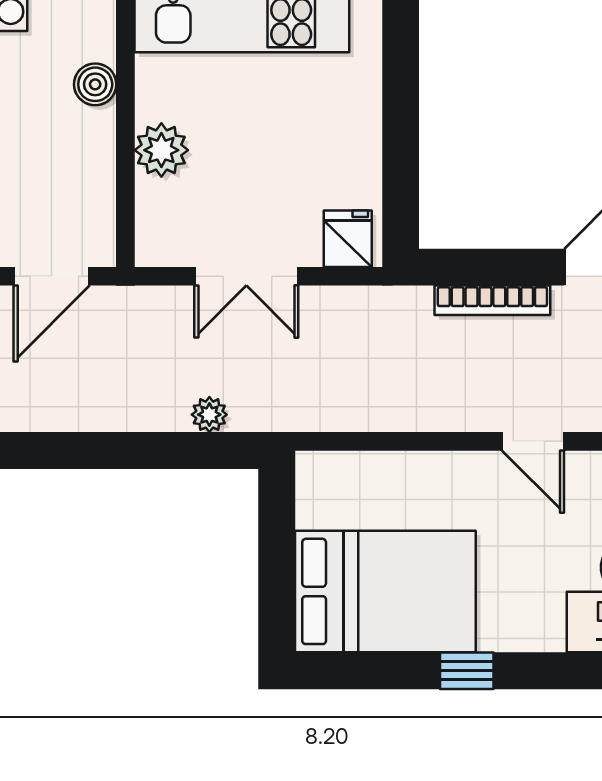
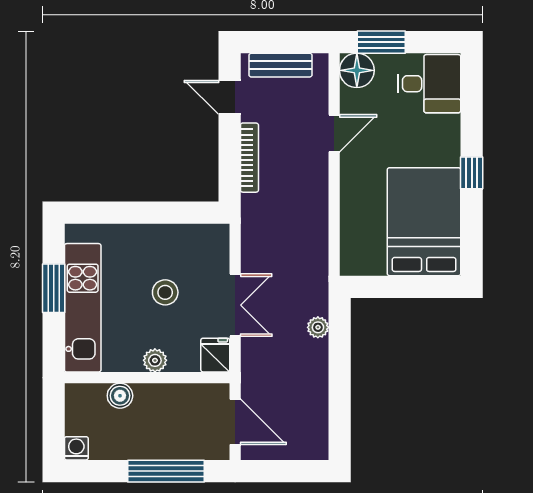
plant: (161, 150) -> (155, 360), width x0.73, depth x0.73
stool: (268, 160) -> (165, 292), added
fridge: (348, 239) -> (215, 355), moved, turned 90

